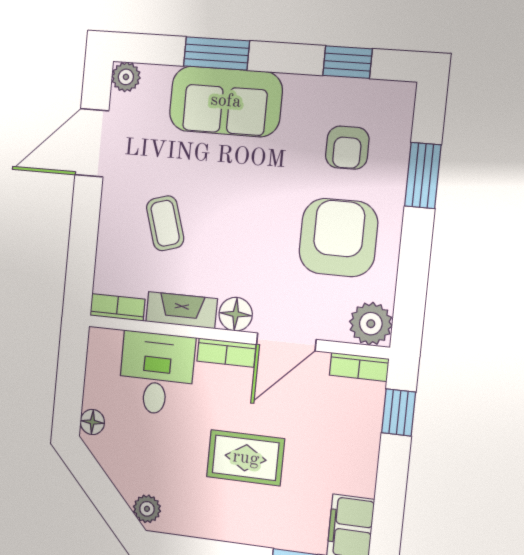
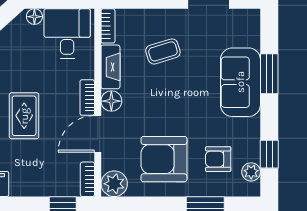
plant: (126, 77) -> (251, 172), moved
armchair: (338, 238) -> (164, 159), turned 180
door: (286, 342) -> (98, 134), hinge flipped
desk: (156, 373) -> (67, 33), moved, turned -90

